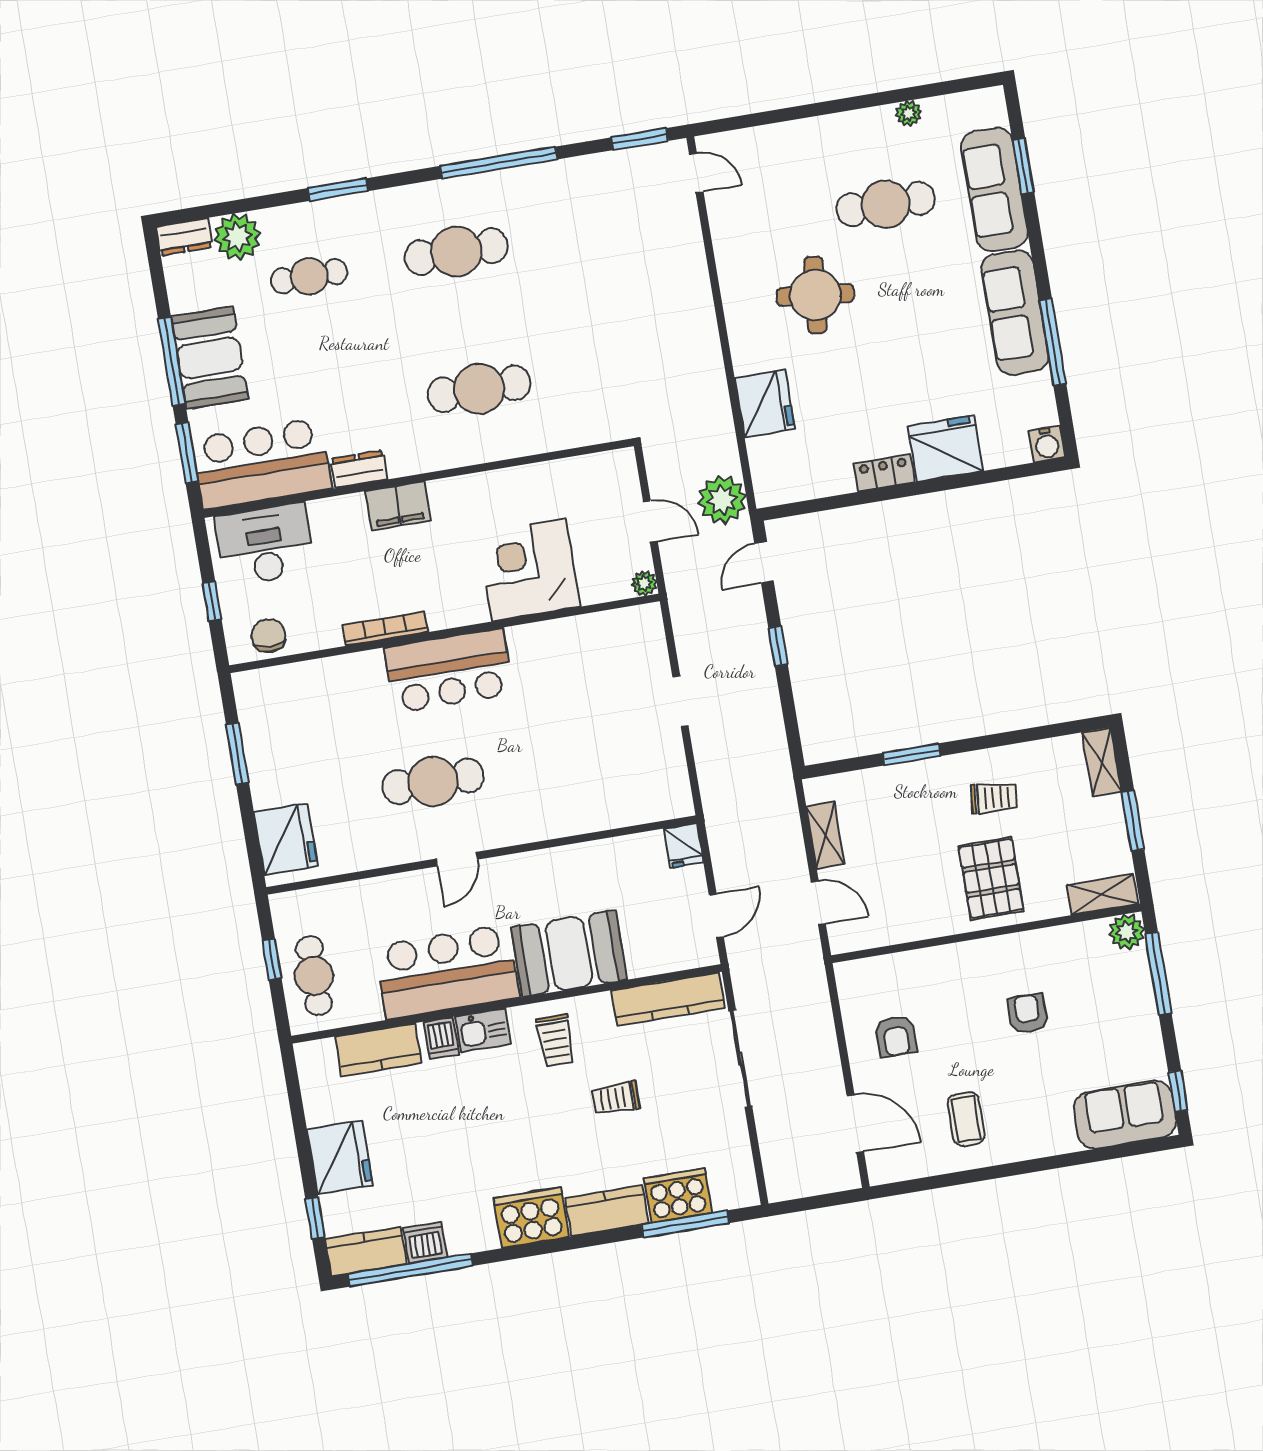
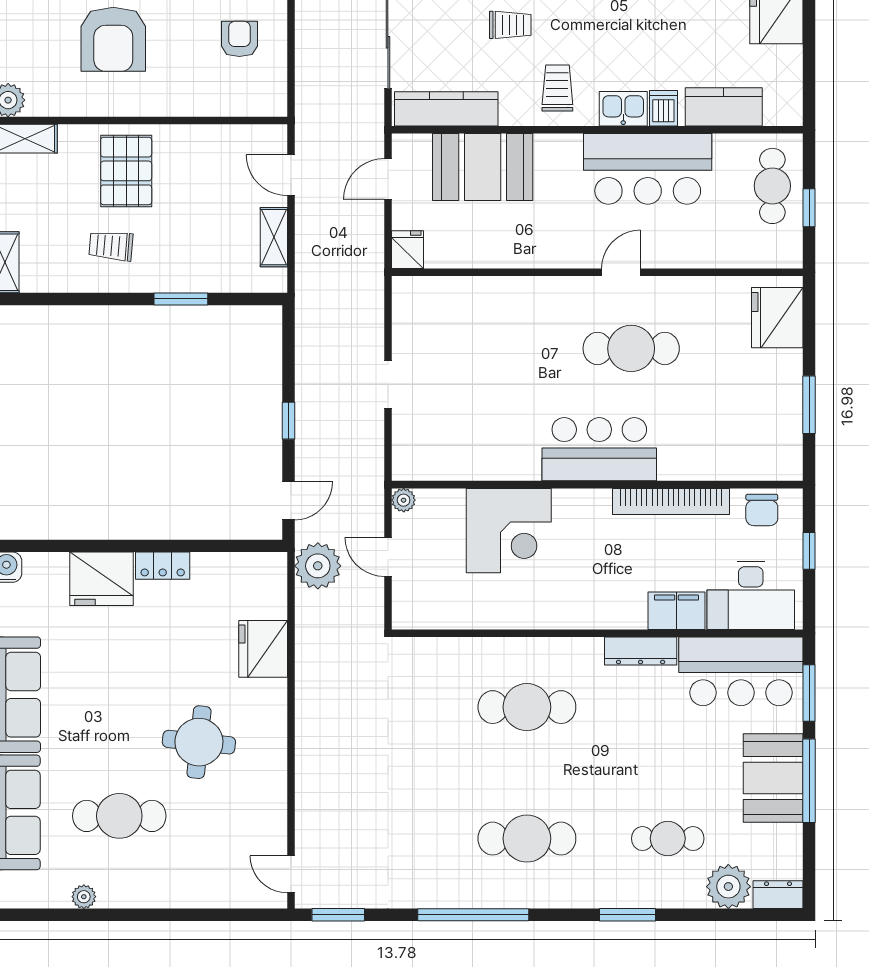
dresser: (359, 469) -> (641, 651), width x1.44
filing cabinet: (398, 506) -> (676, 611), moved
bookcase: (385, 629) -> (671, 502), width x1.48, depth x1.31
booth: (569, 953) -> (483, 167), moved
armchair: (1028, 1014) -> (113, 39), width x1.88, depth x1.88

